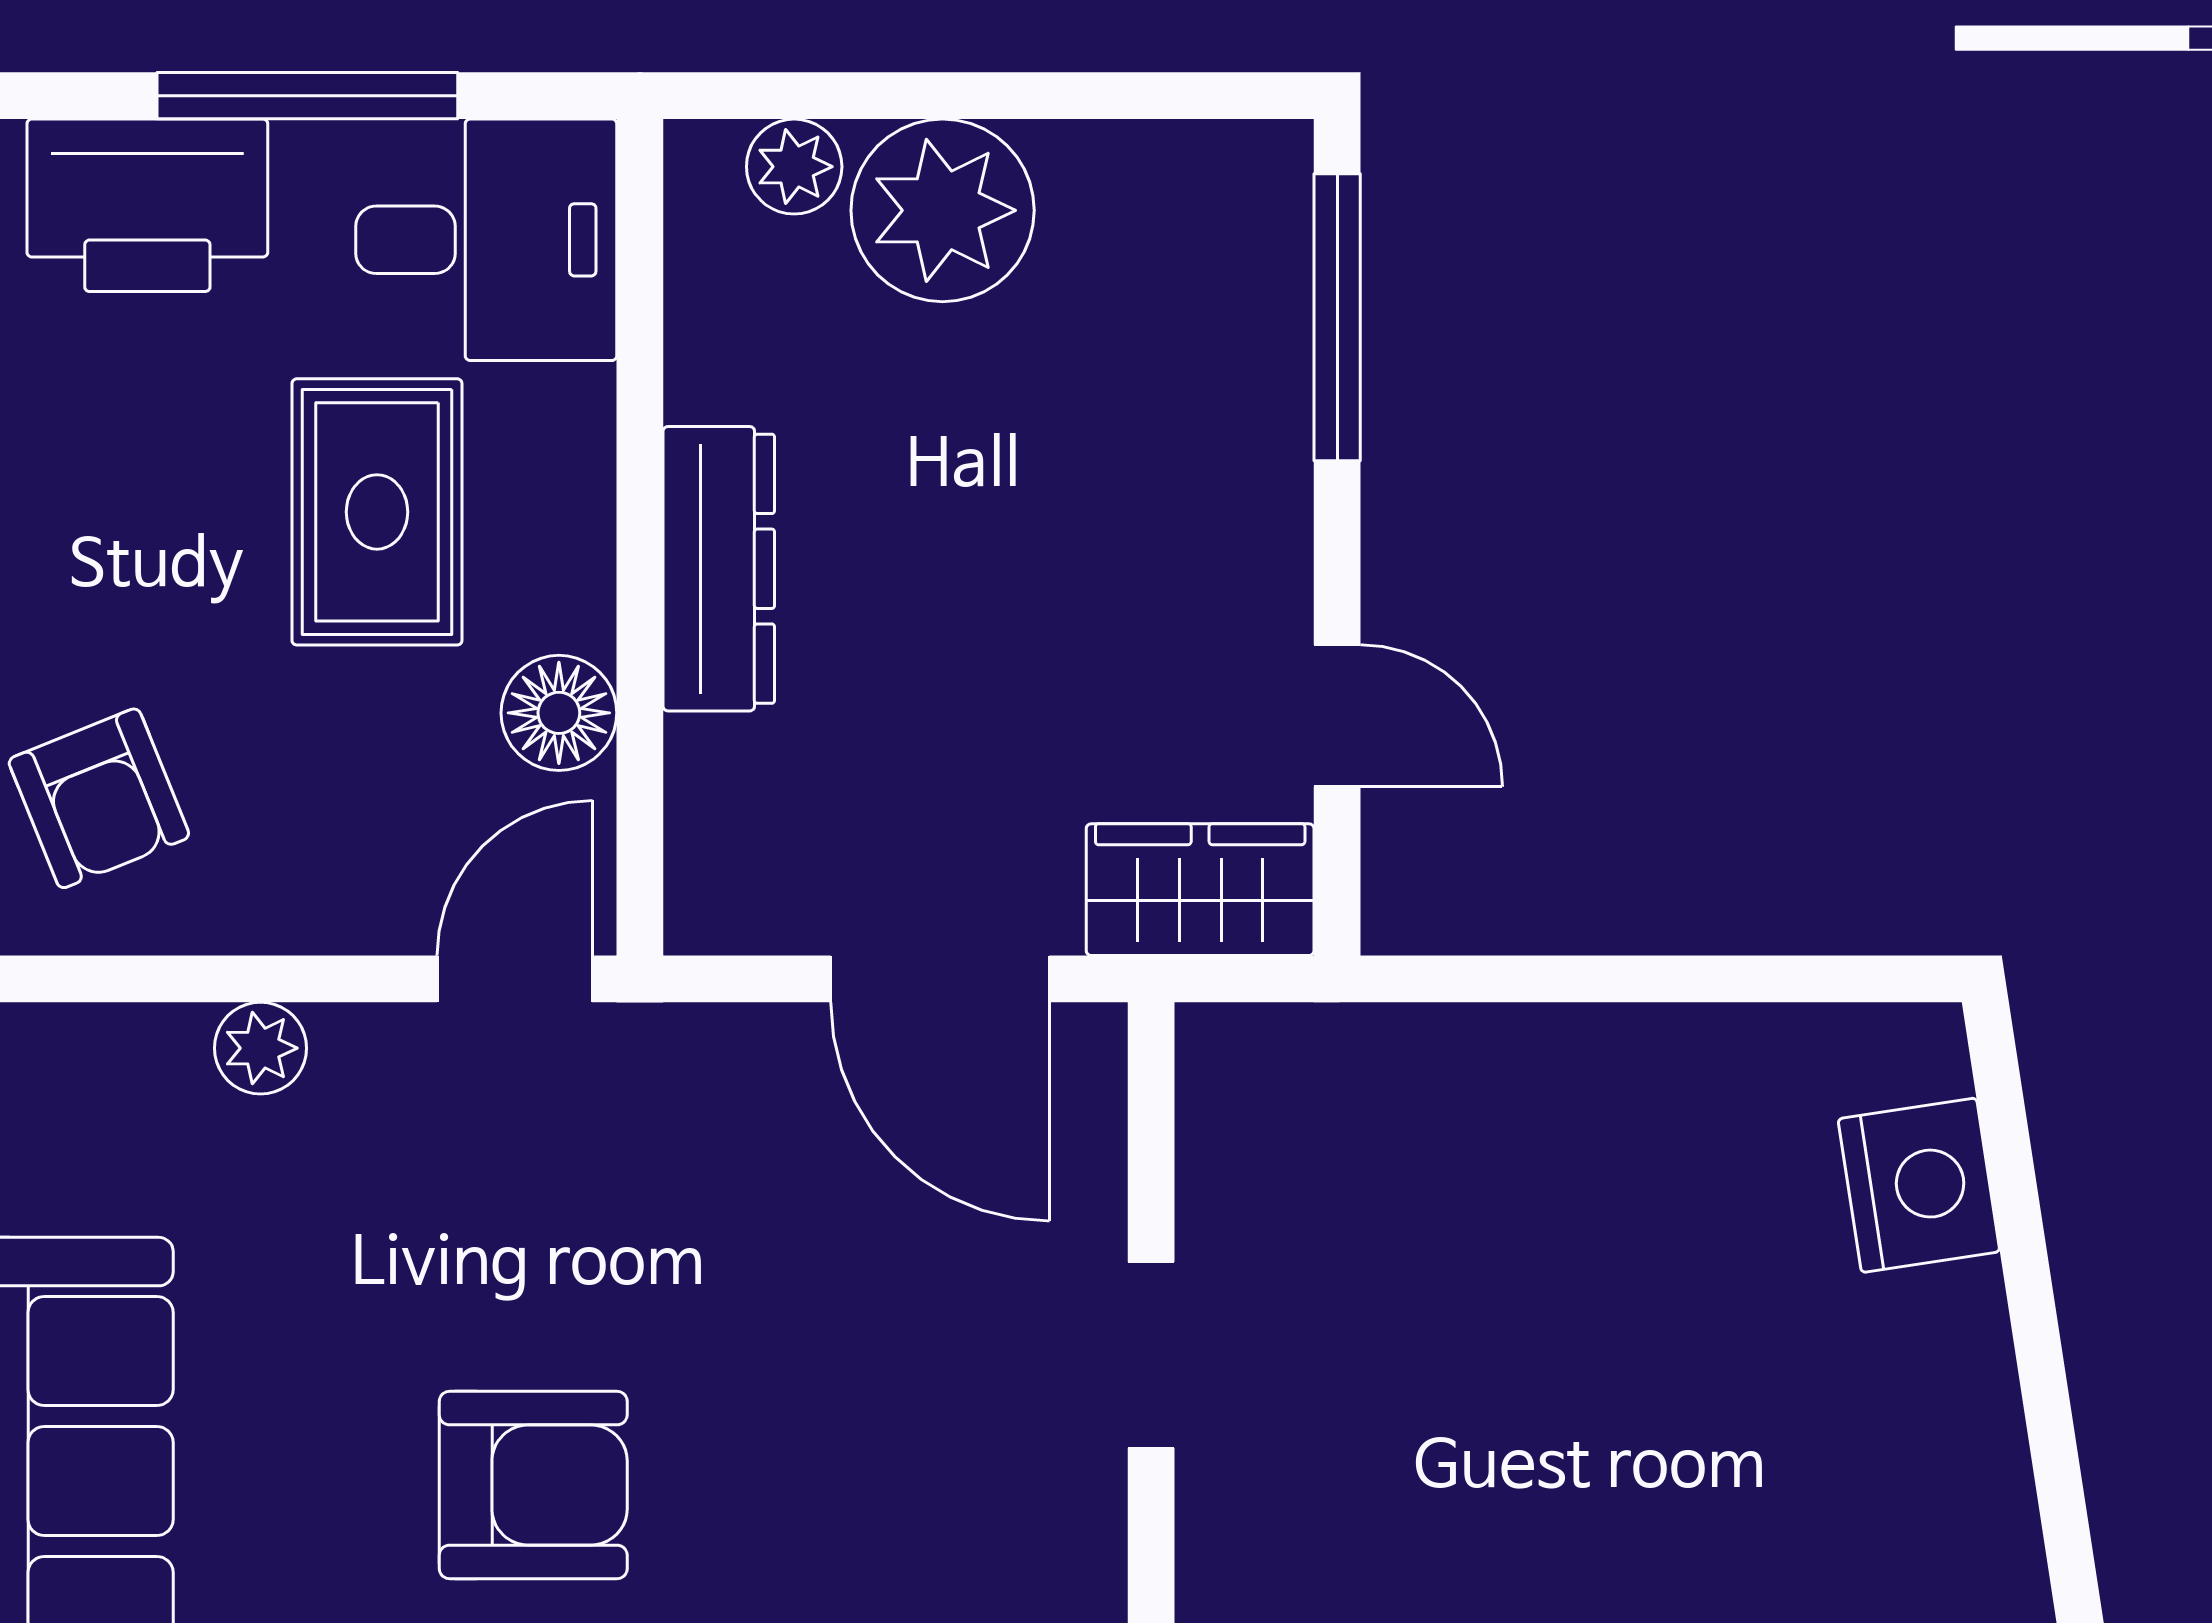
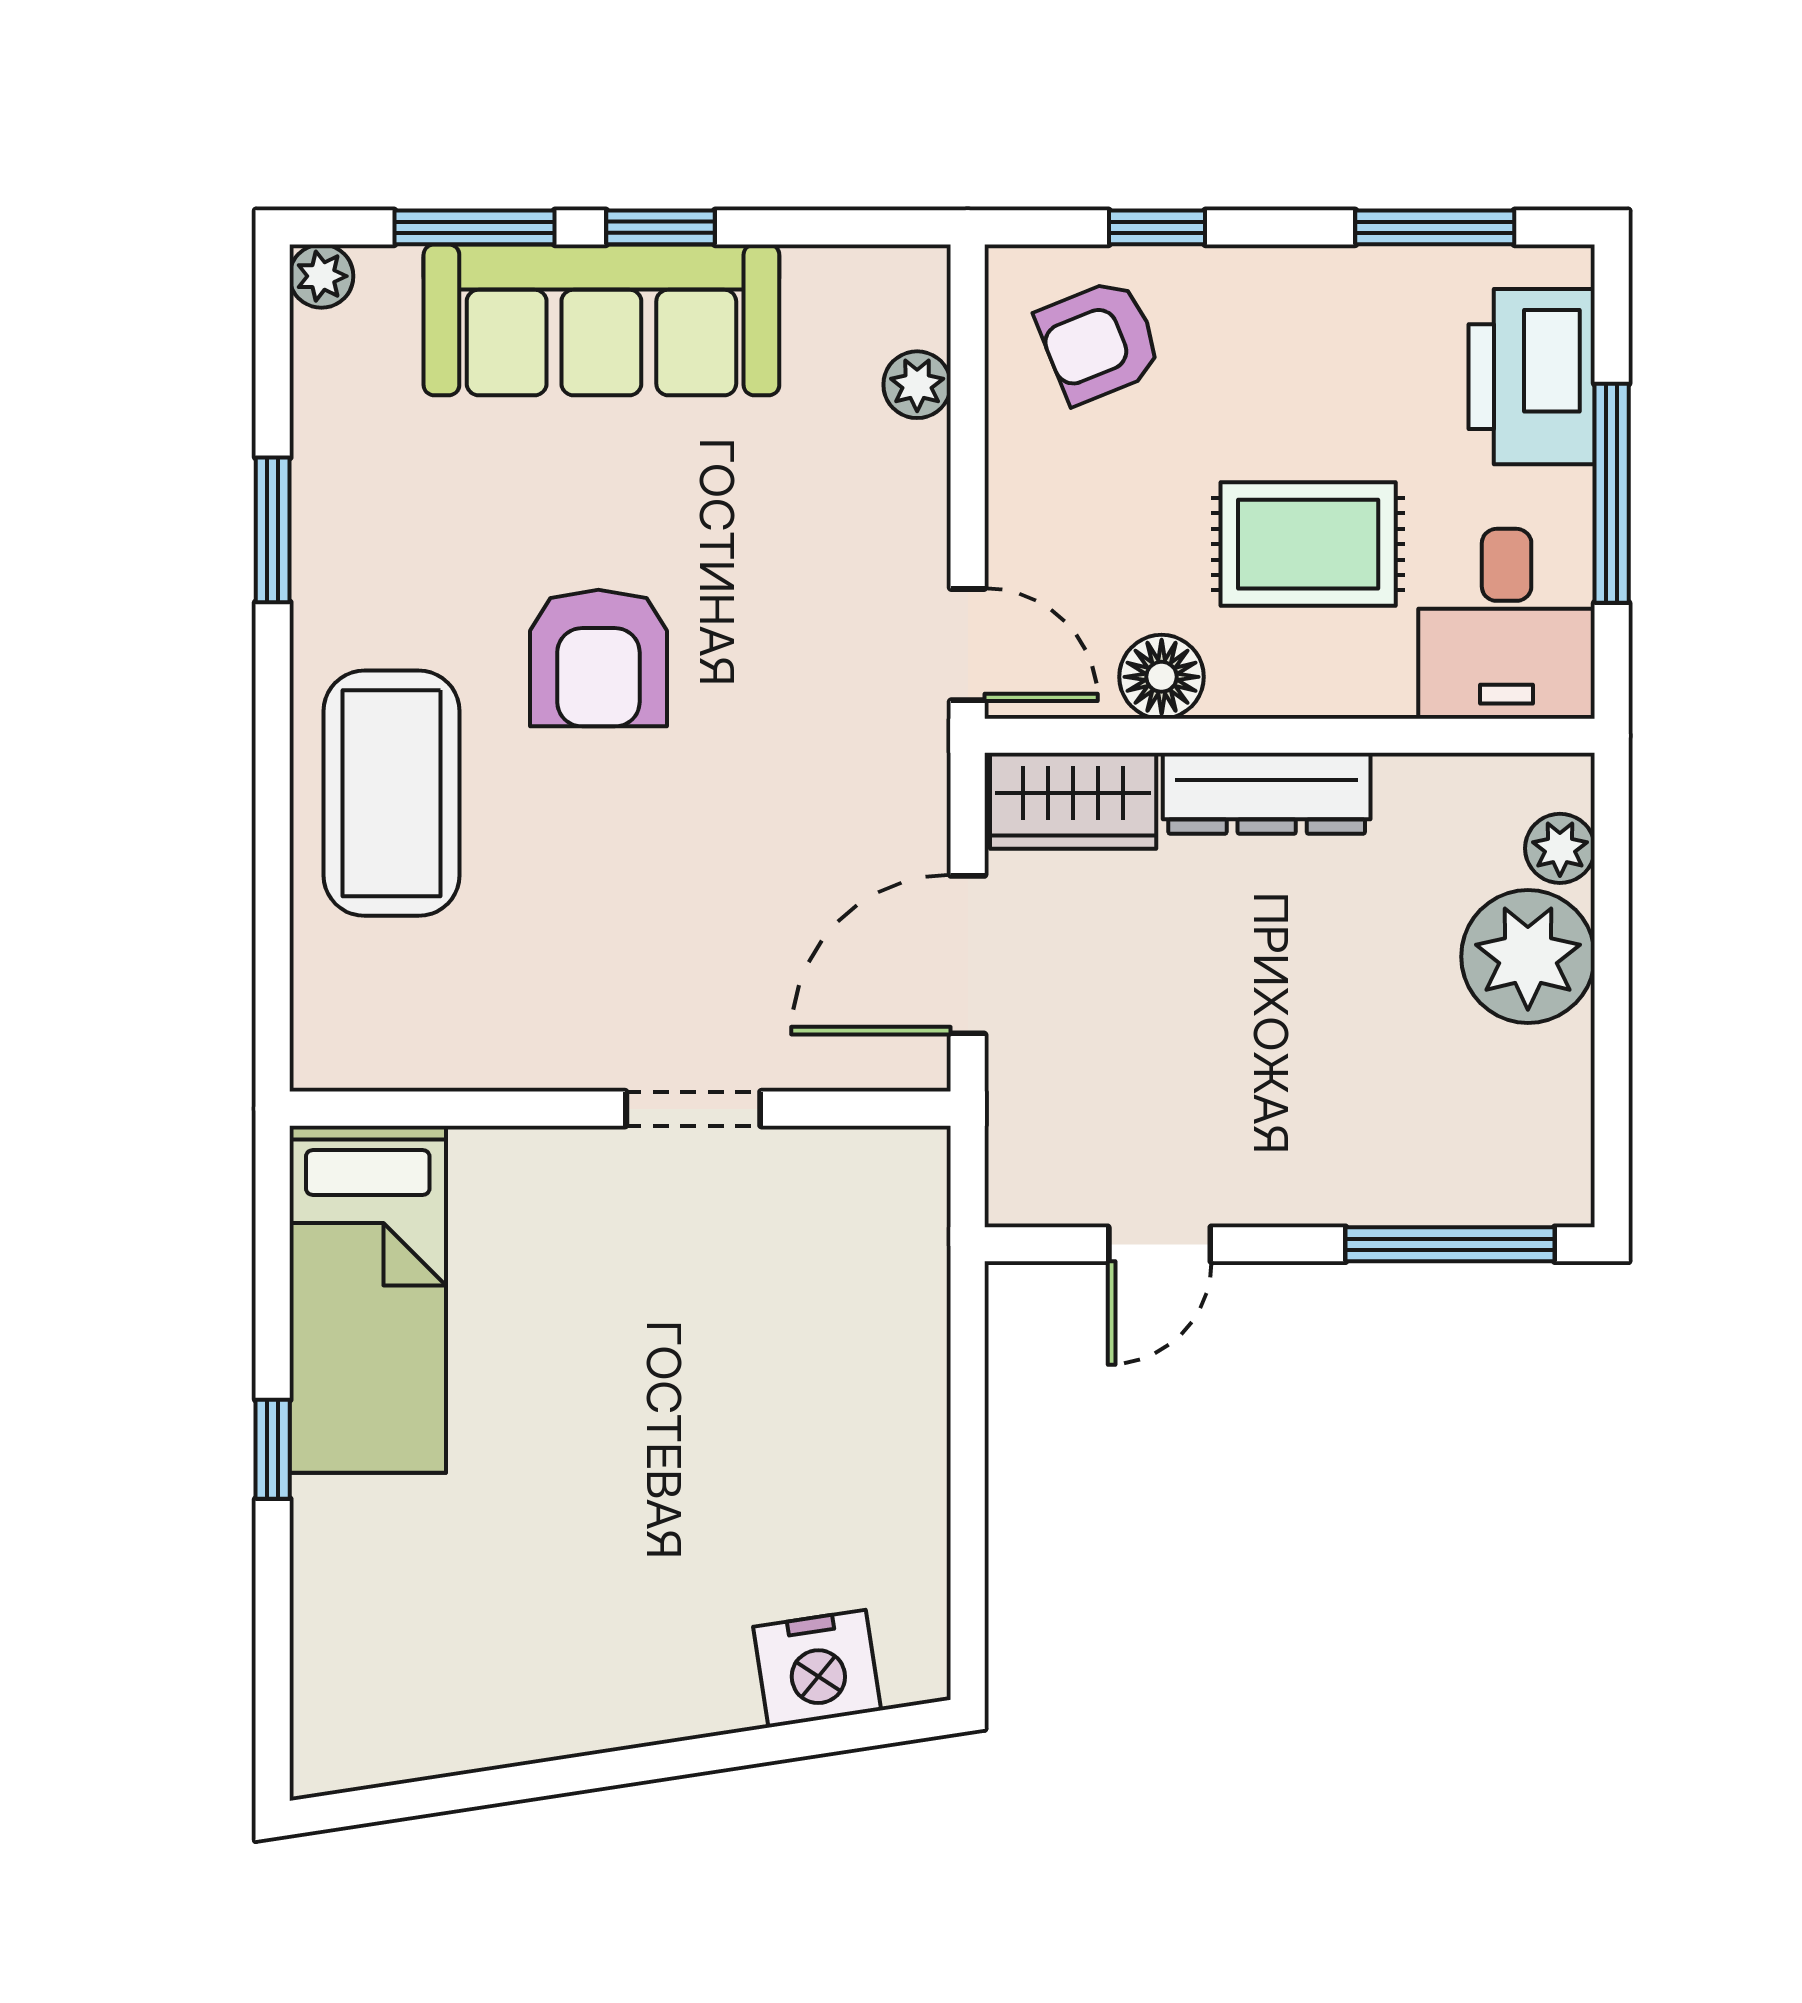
wardrobe: (1200, 890) -> (1073, 801), moved, turned 90
plant: (261, 1048) -> (917, 385), moved

